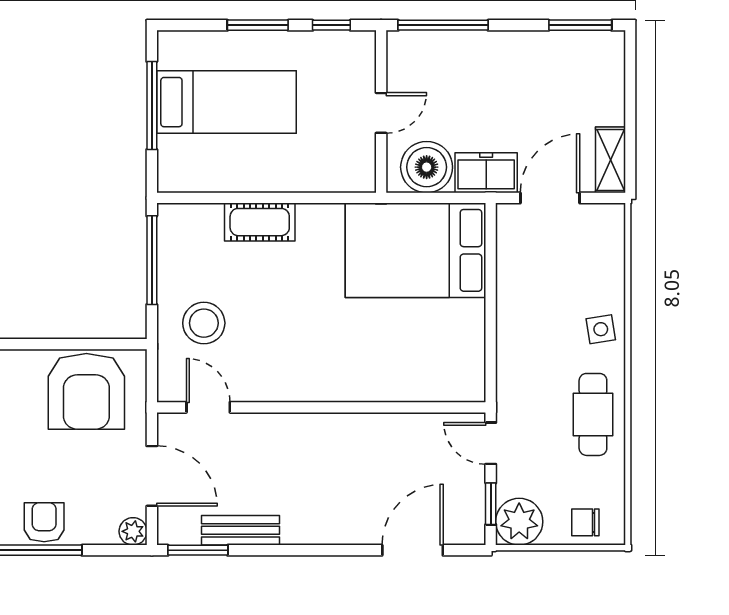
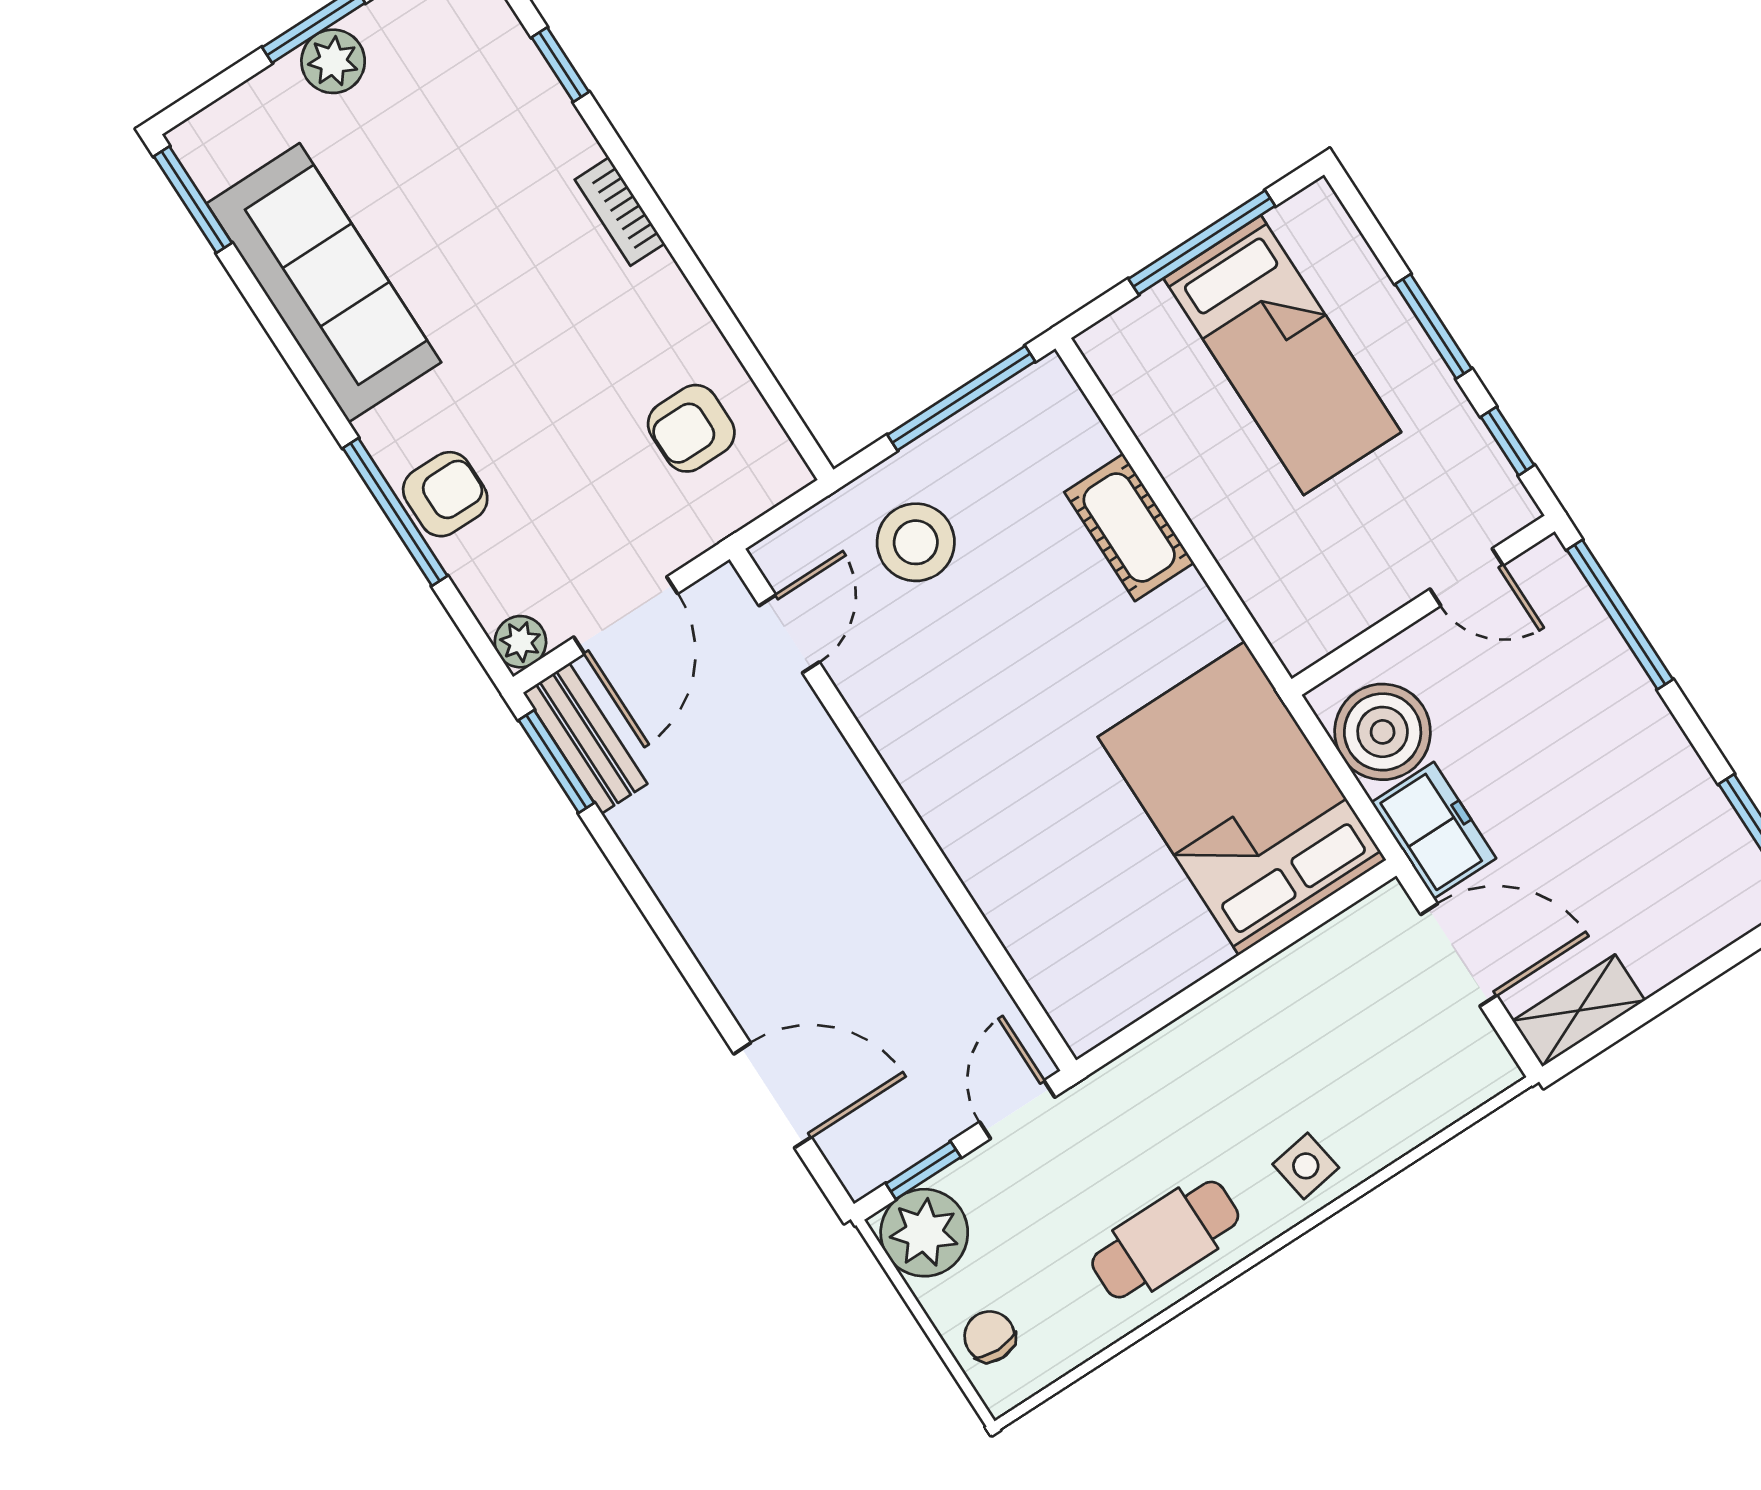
door: (381, 113) -> (1466, 577), moved
armchair: (86, 391) -> (691, 428), width x0.53, depth x0.53
bench: (241, 530) -> (585, 738), moved

